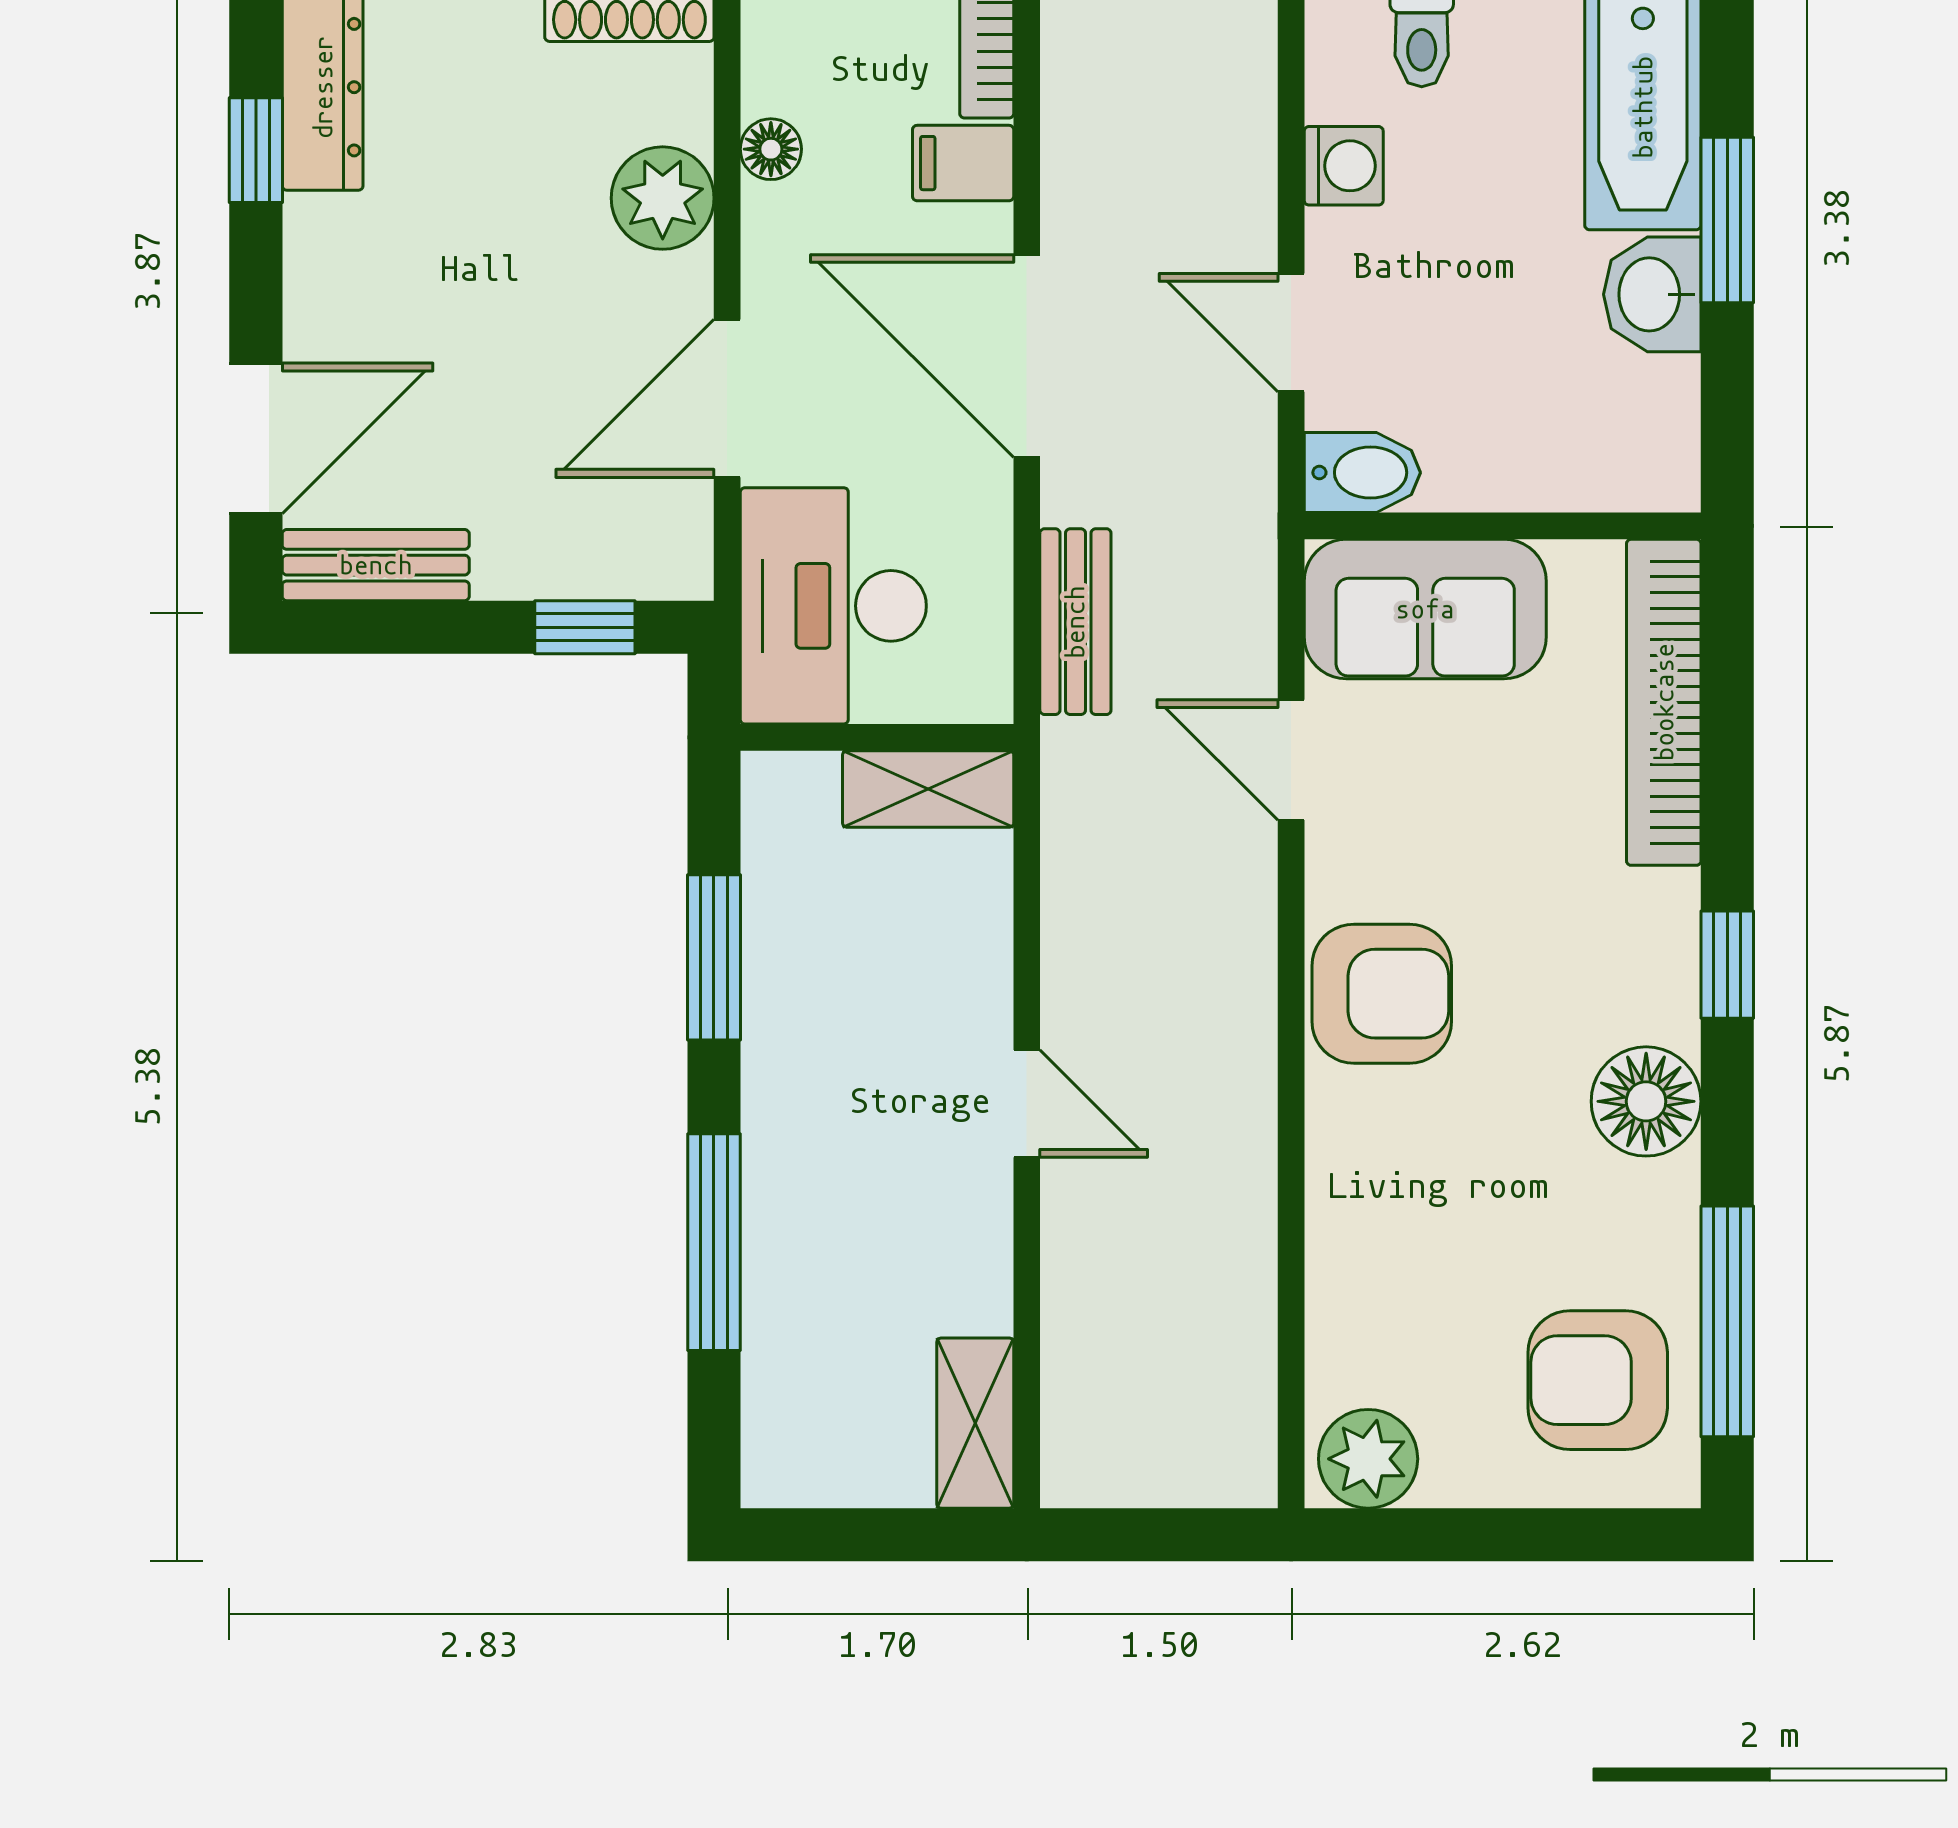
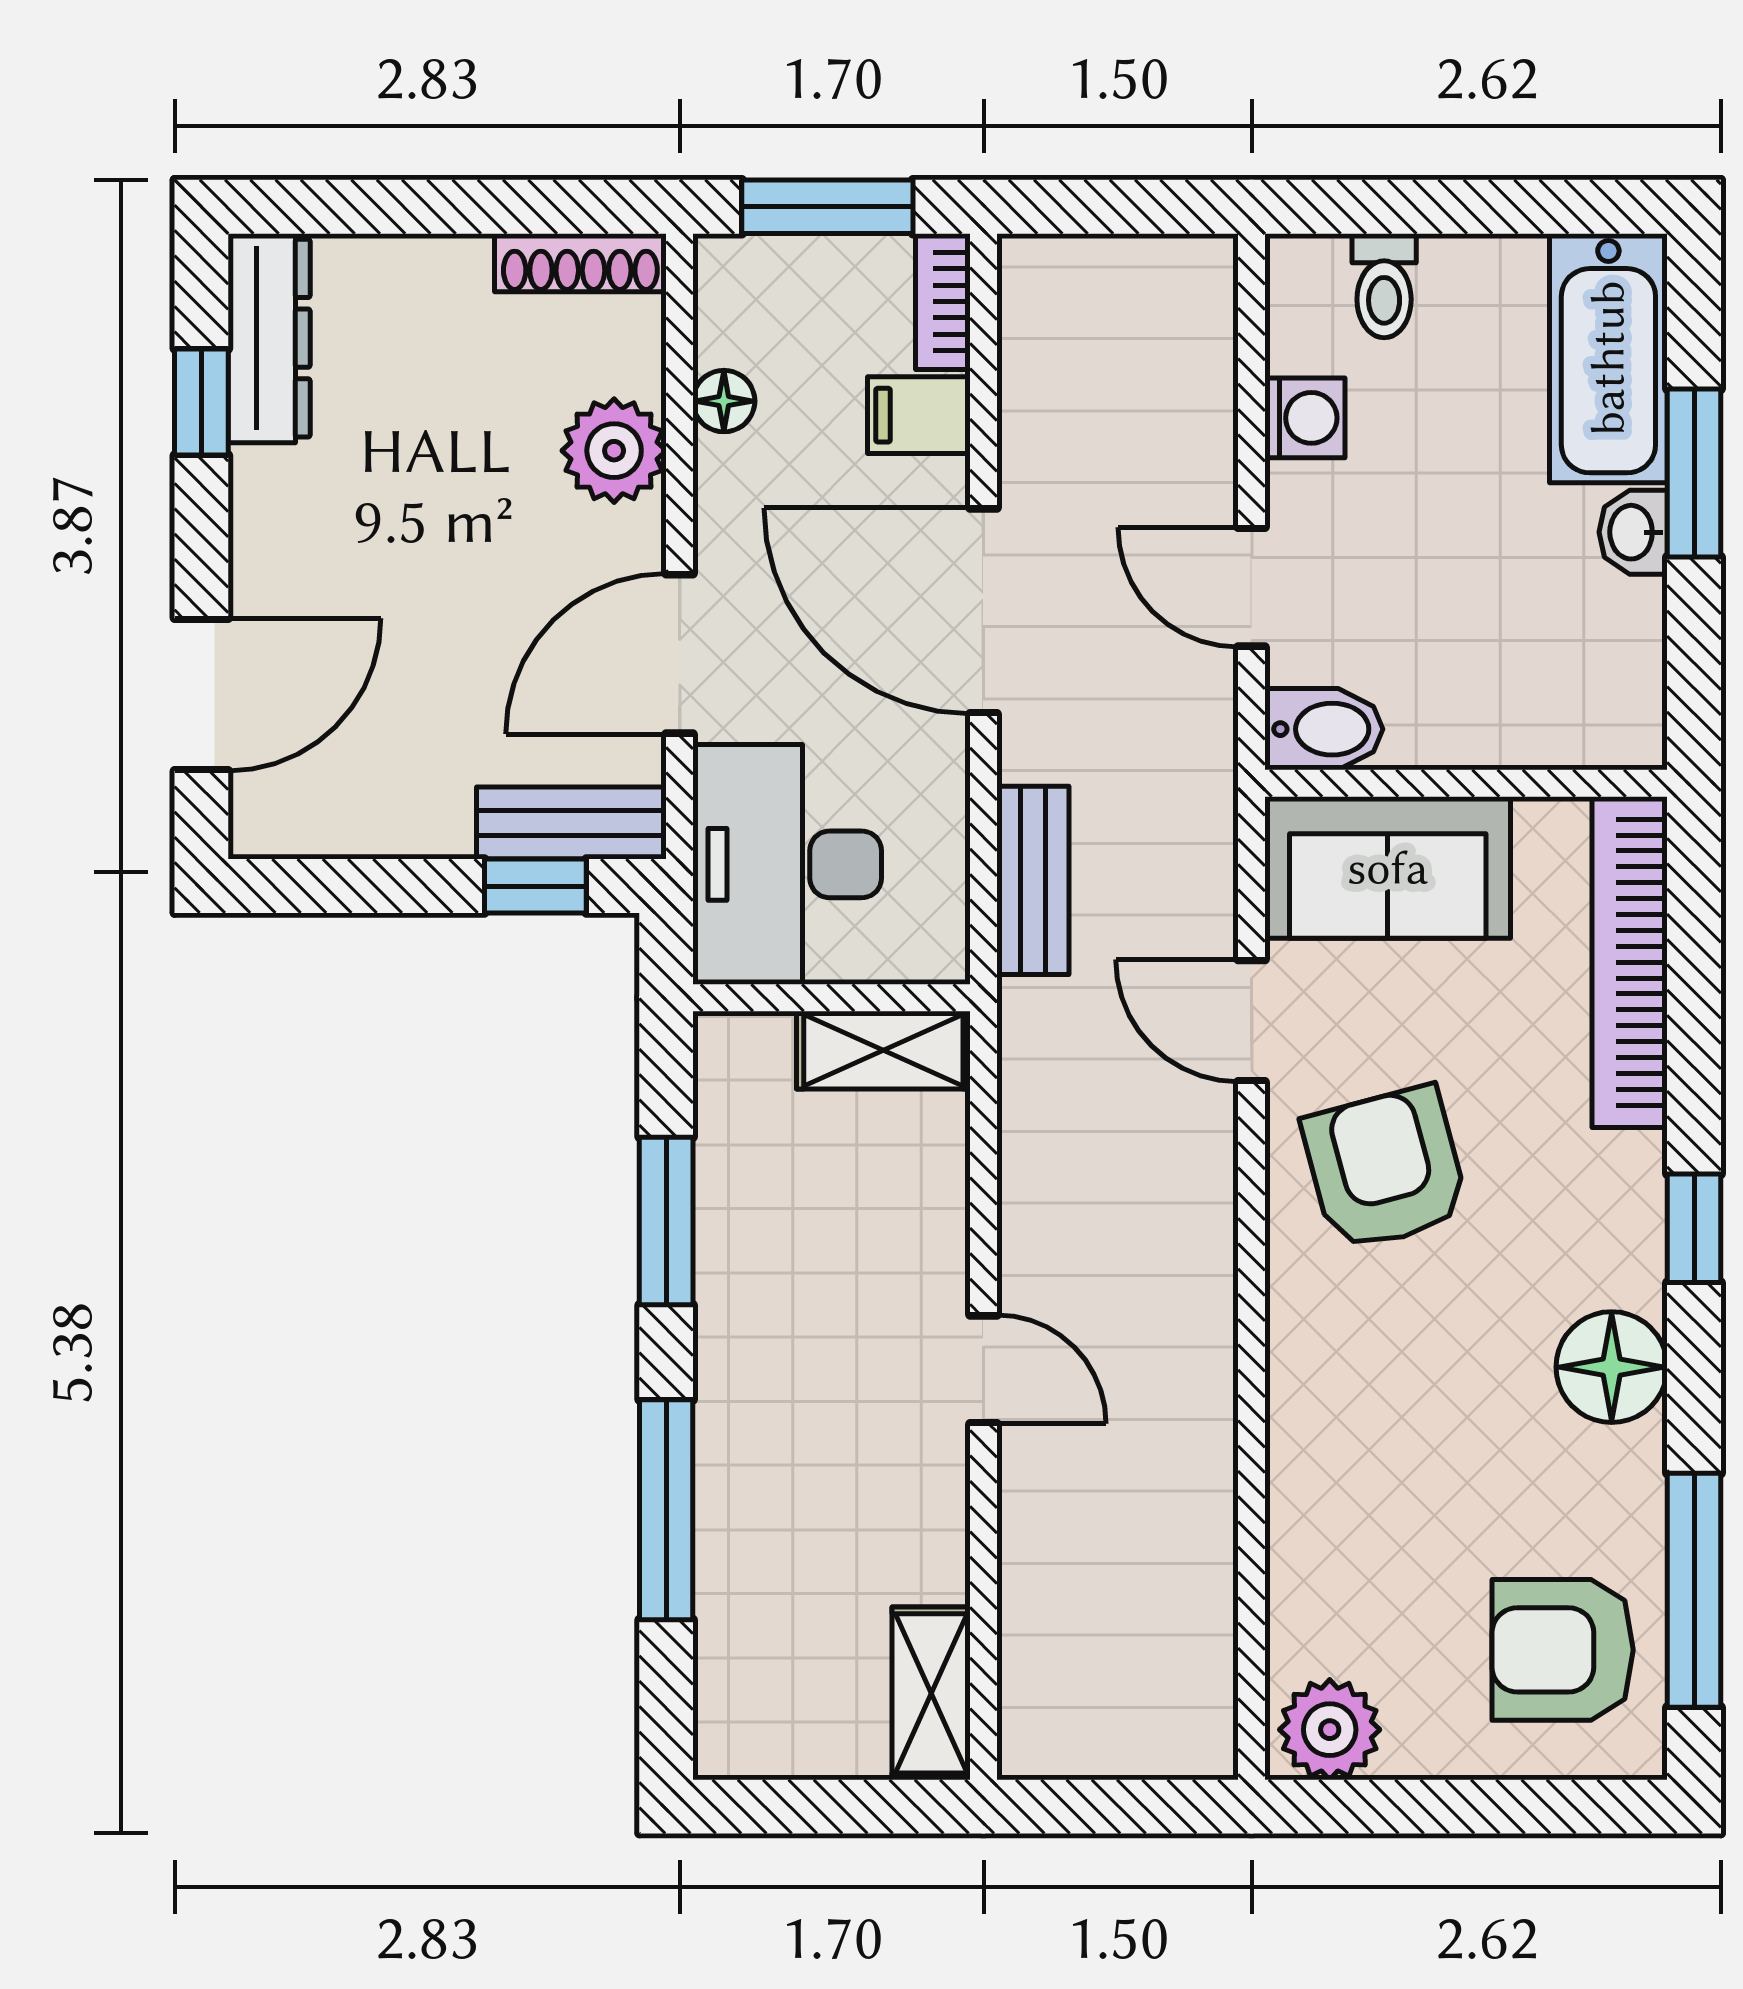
washbasin: (1652, 294) -> (1633, 532), width x0.72, depth x0.69
bench: (376, 565) -> (571, 823), moved
armchair: (1382, 994) -> (1385, 1169), moved, turned -105

